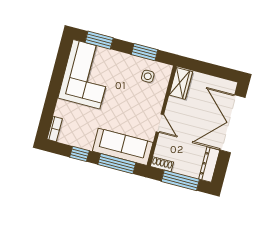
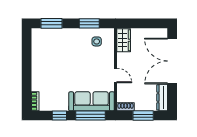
corner sofa: (86, 74) -> (49, 52), removed
window: (180, 180) -> (143, 116), width x0.69

